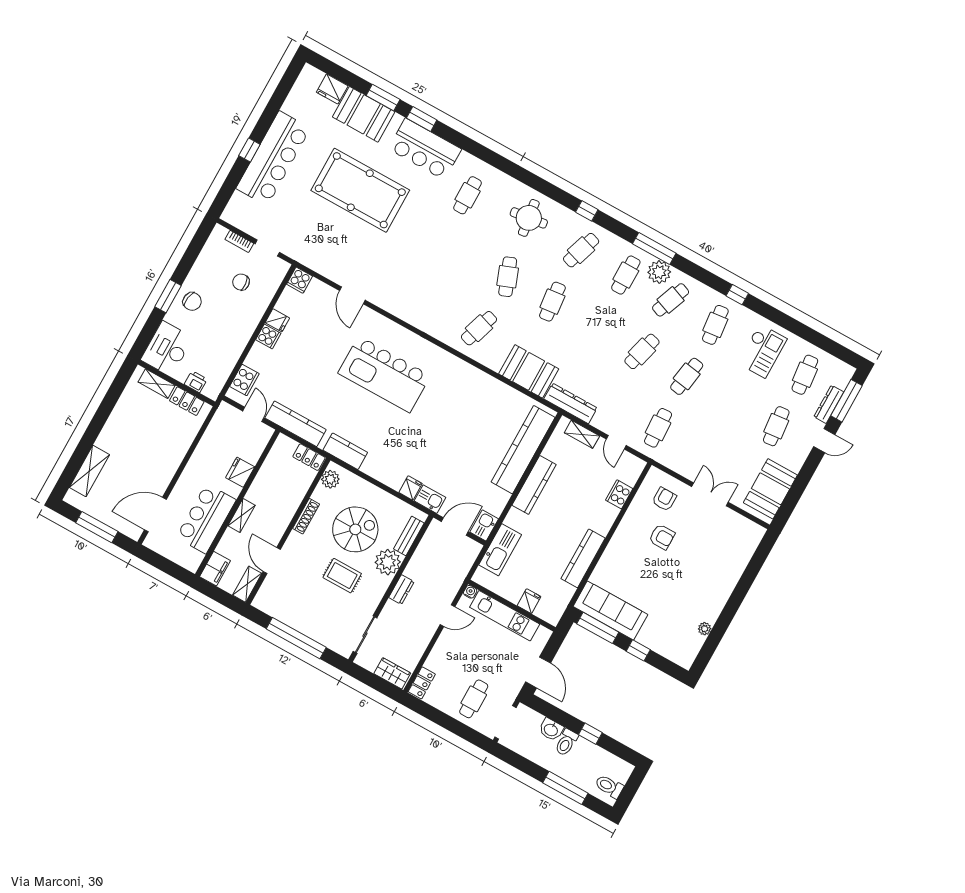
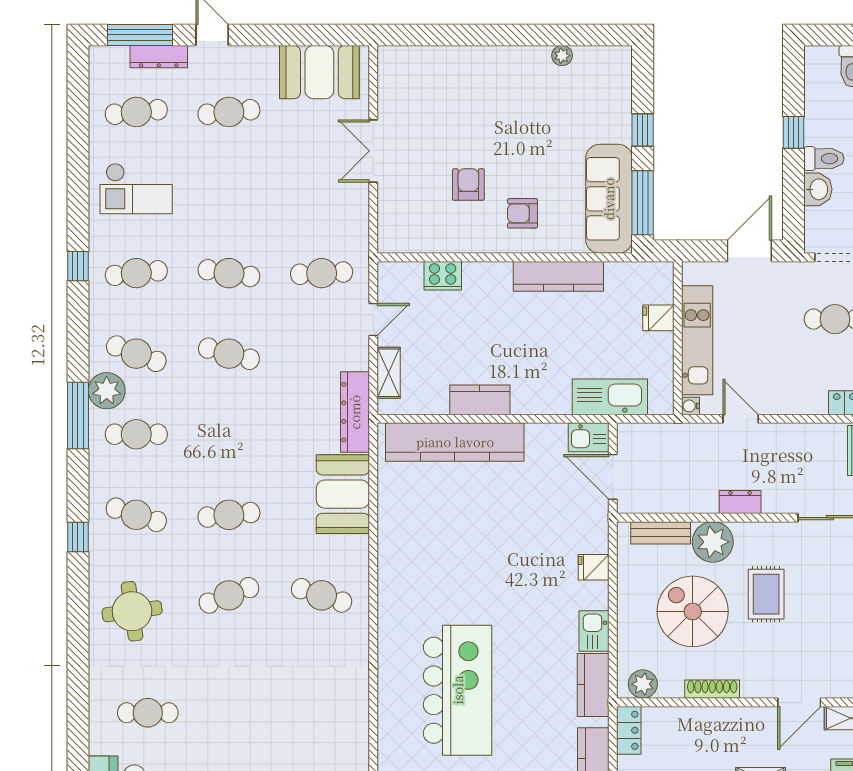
checkout: (762, 351) -> (136, 189), turned 180
kitchen counter: (534, 485) -> (480, 400), width x0.67
kitchen sink: (430, 499) -> (594, 631), moved
armchair: (664, 499) -> (522, 213), moved

